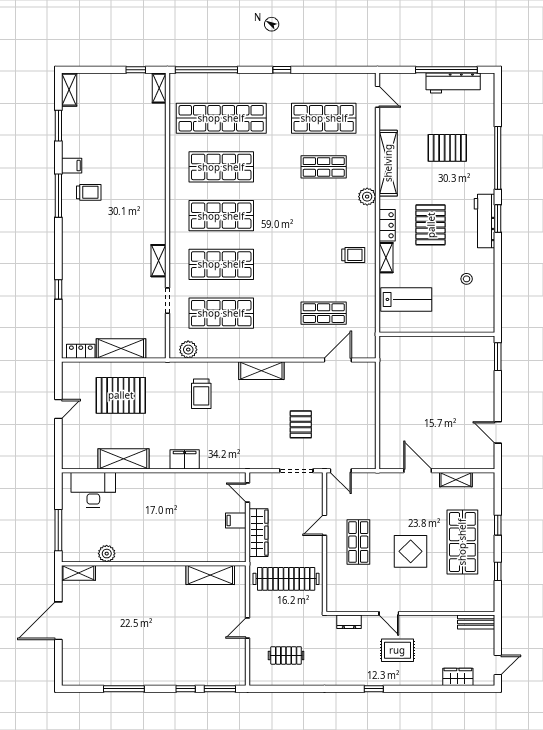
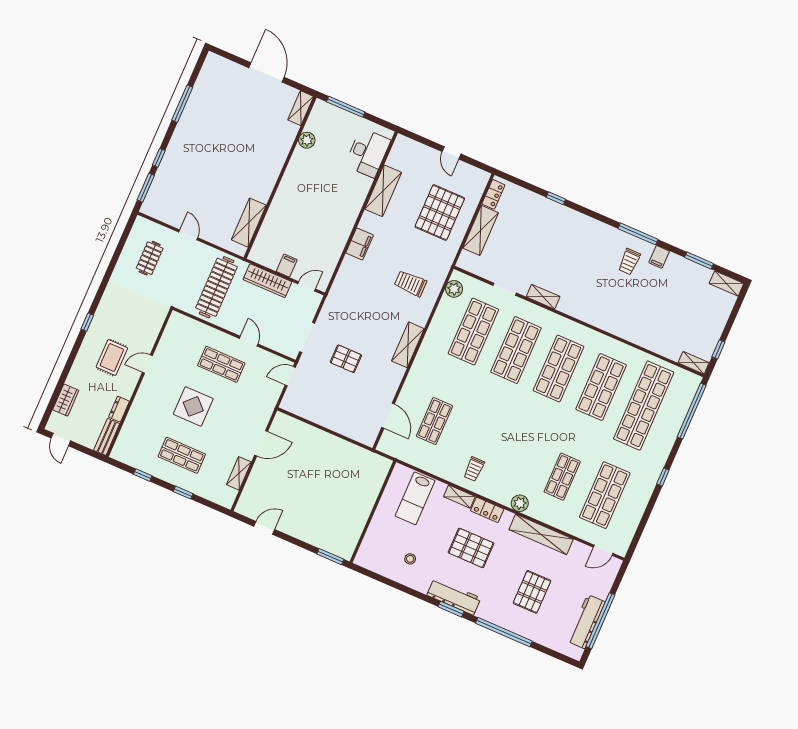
shop shelf: (462, 542) -> (182, 455), width x0.70, depth x0.74
dresser: (349, 622) -> (119, 409), moved

